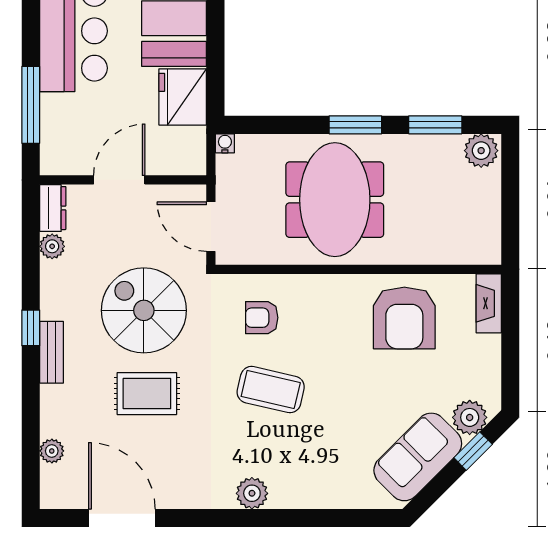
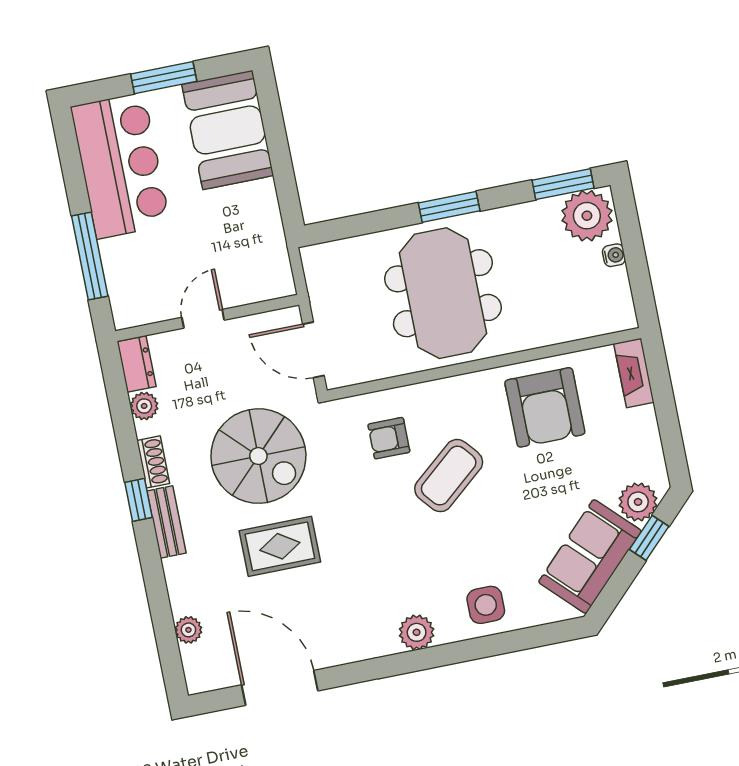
fridge: (183, 97) -> (254, 214), removed
window: (435, 125) -> (563, 184), moved
water cooler: (225, 143) -> (614, 255), moved, turned 90
plant: (481, 151) -> (587, 216), width x1.36, depth x1.36
door: (119, 180) -> (203, 319), width x0.73
shoe rack: (50, 297) -> (153, 462), added
spiral stairs: (144, 310) -> (258, 456), turned 180
coffee table: (271, 390) -> (449, 476), moved, turned -53
side table: (318, 481) -> (486, 605), added

